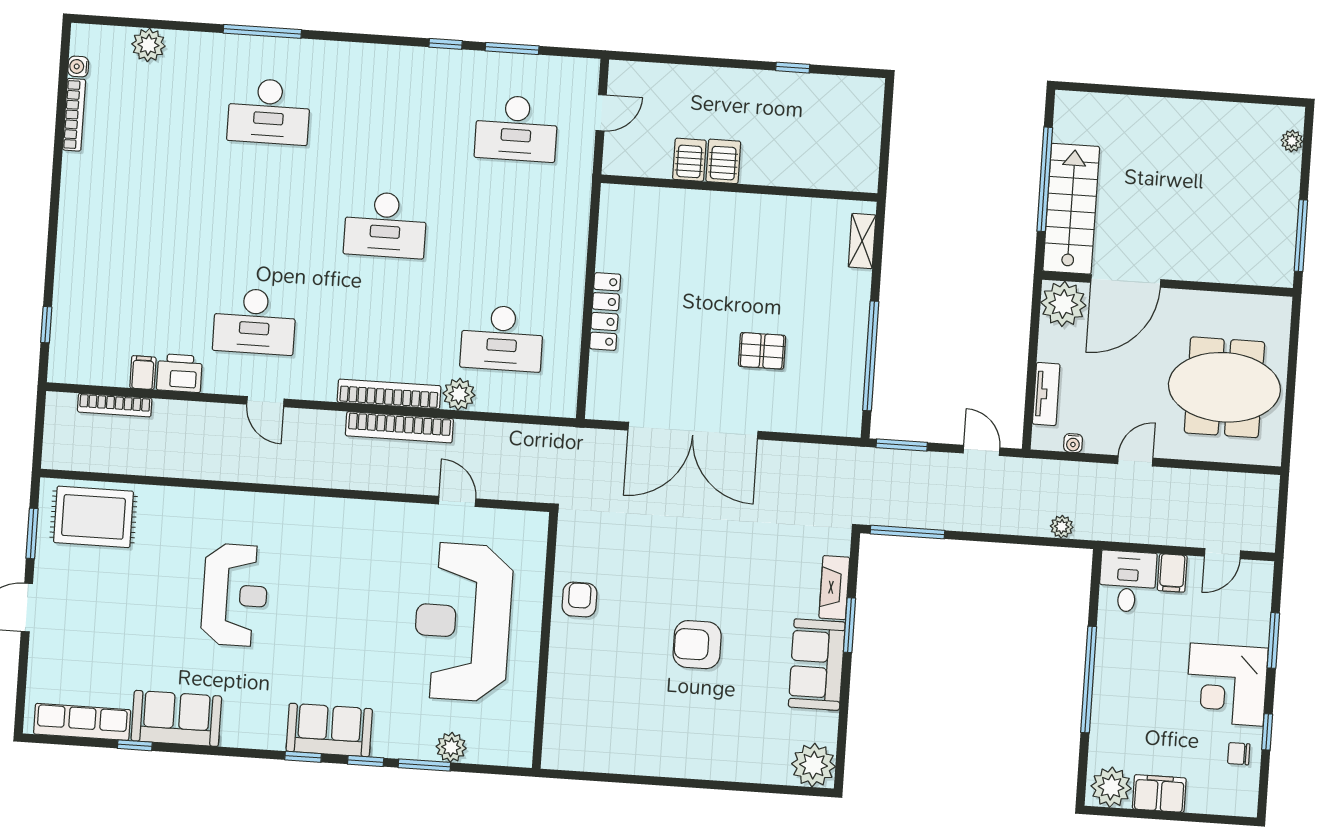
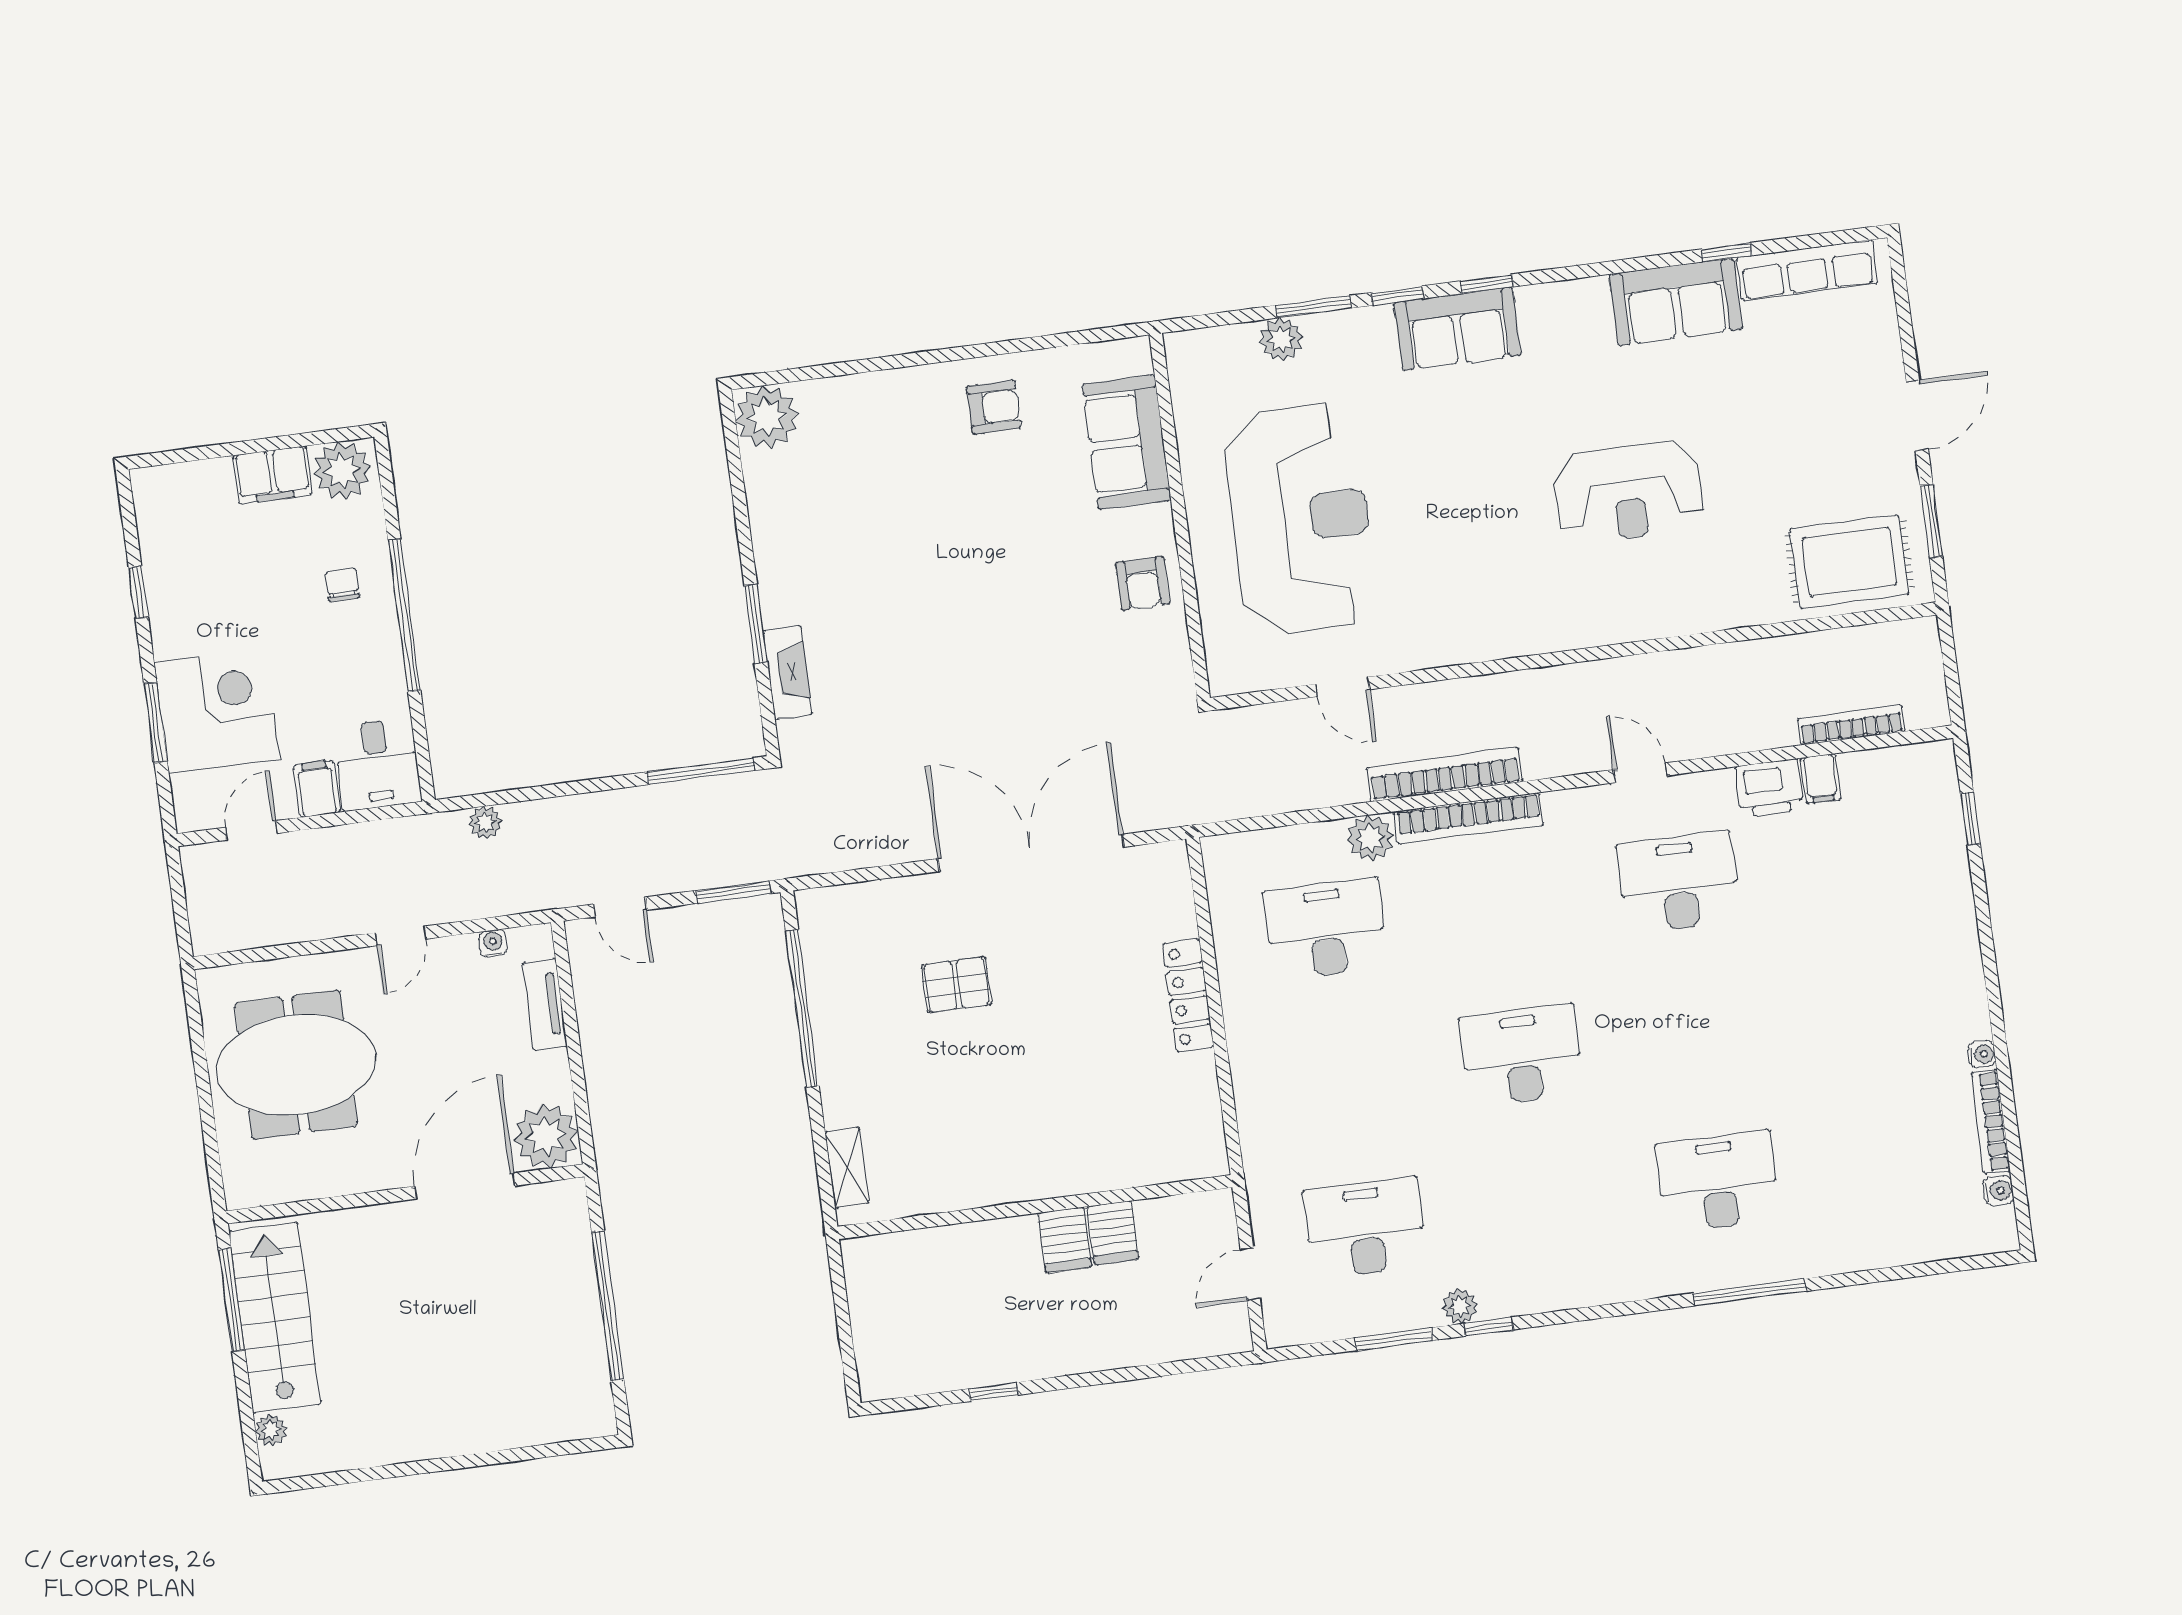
plant: (148, 45) -> (1460, 1306), moved, width x0.73, depth x0.73
water cooler: (71, 162) -> (1982, 1054), added
stairs: (1071, 209) -> (275, 1317), moved, turned 180
reception desk: (235, 595) -> (1629, 492), turned -90
armchair: (697, 645) -> (994, 407), moved, width x0.72, depth x0.72
sofa: (817, 665) -> (1127, 442), moved, turned 180
corner desk: (1227, 685) -> (217, 711), moved
chair: (1239, 754) -> (342, 585), moved, turned -90

